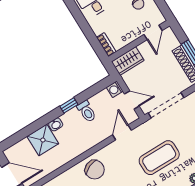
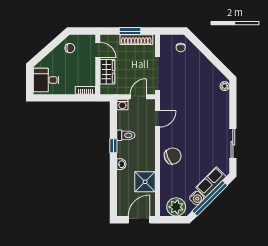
wardrobe: (128, 61) -> (107, 72), moved
door: (122, 132) -> (158, 119), swing flipped
shower: (43, 140) -> (145, 182), moved
coffee table: (159, 158) -> (193, 103), removed

